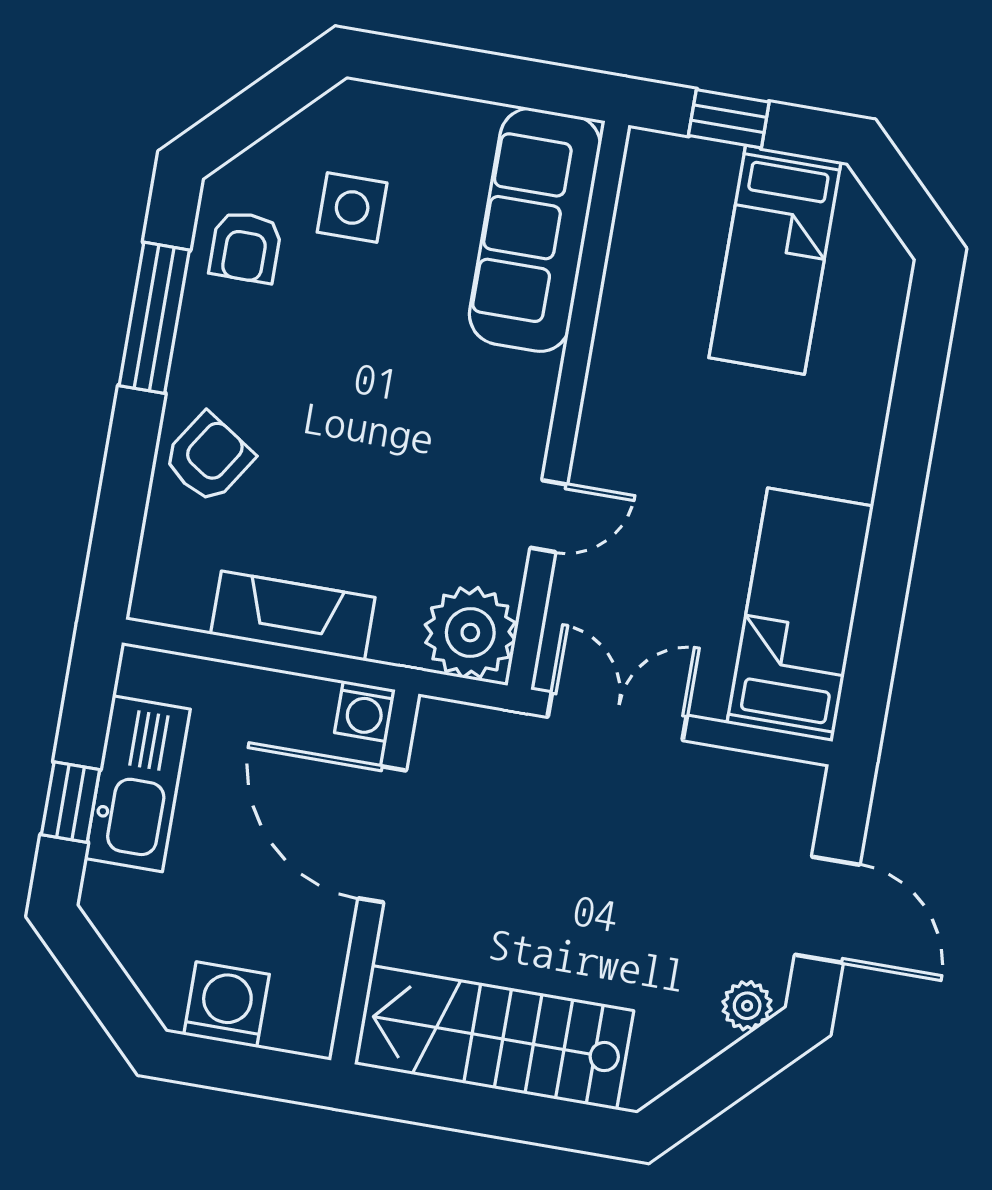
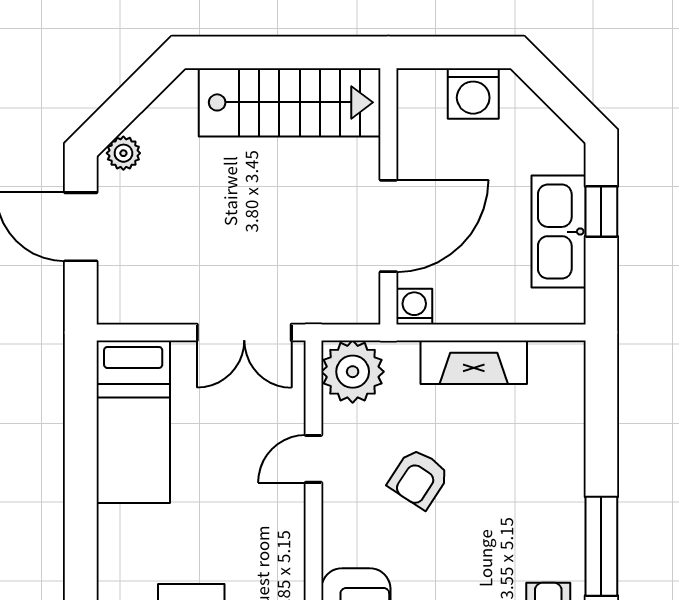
armchair: (208, 458) -> (419, 478), moved
door: (382, 834) -> (388, 226), hinge flipped

